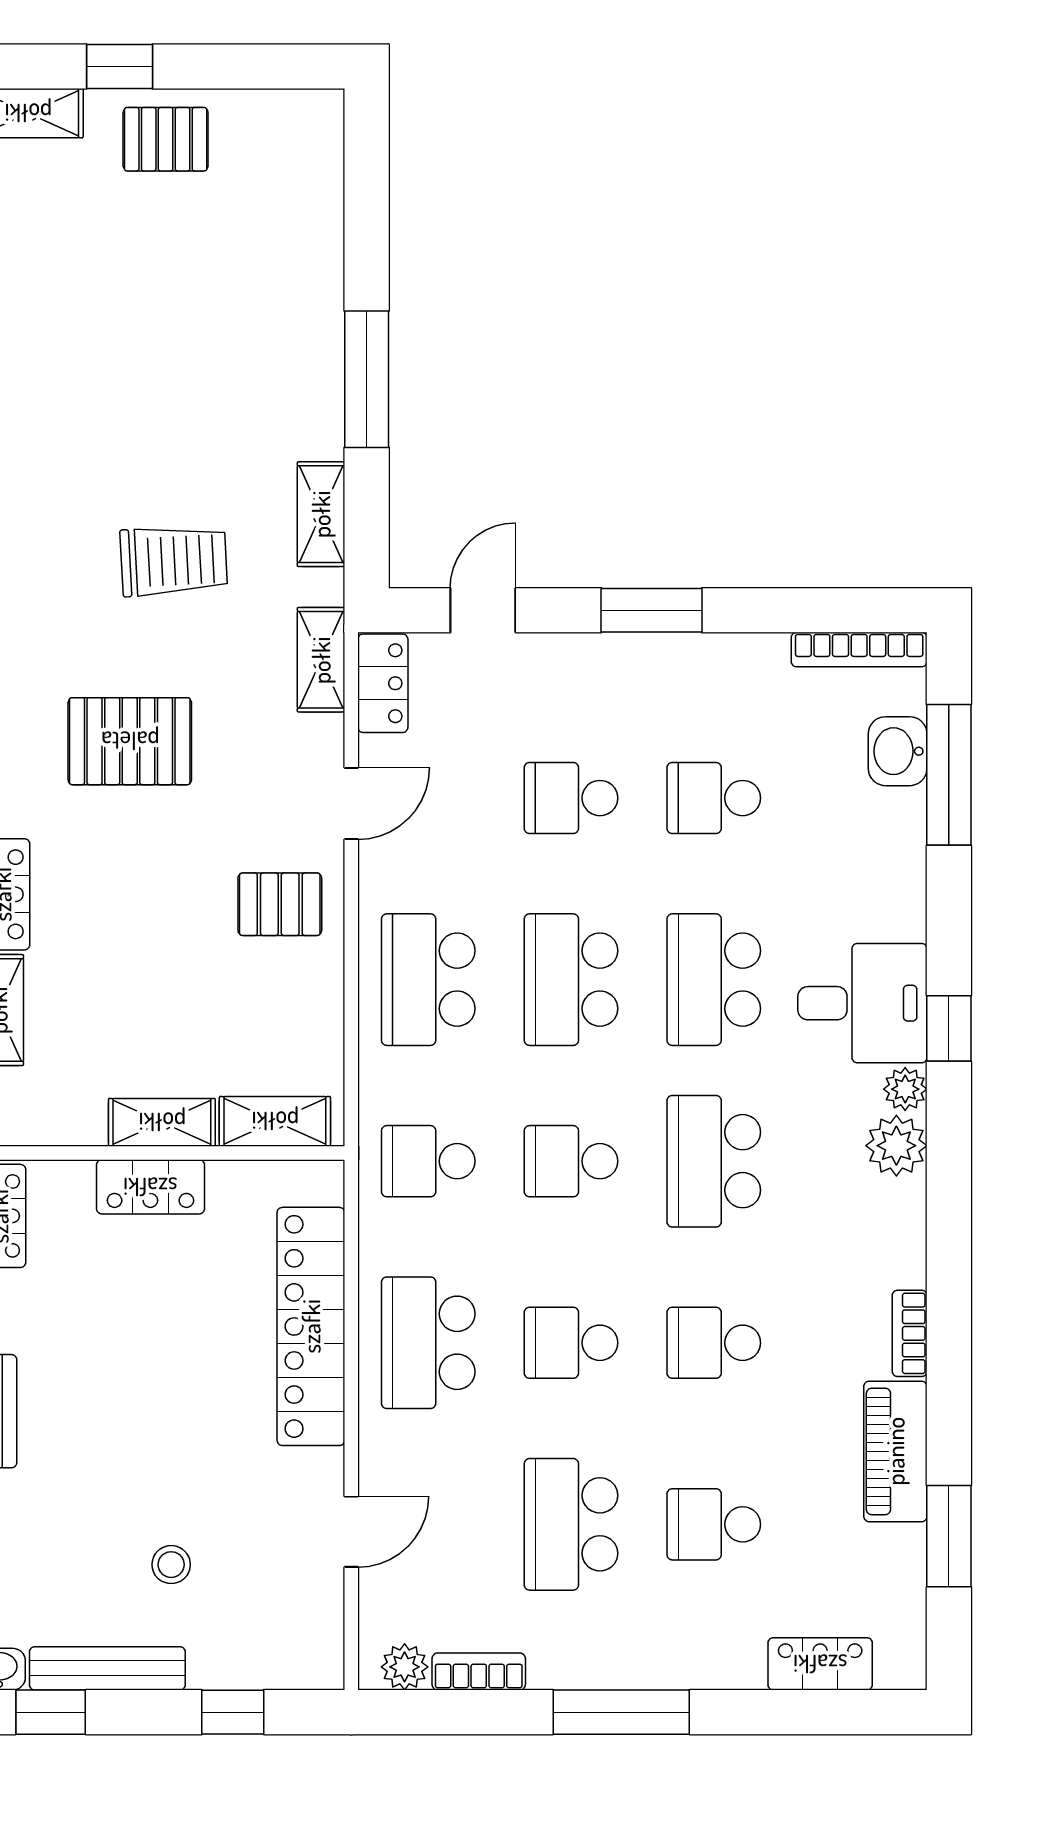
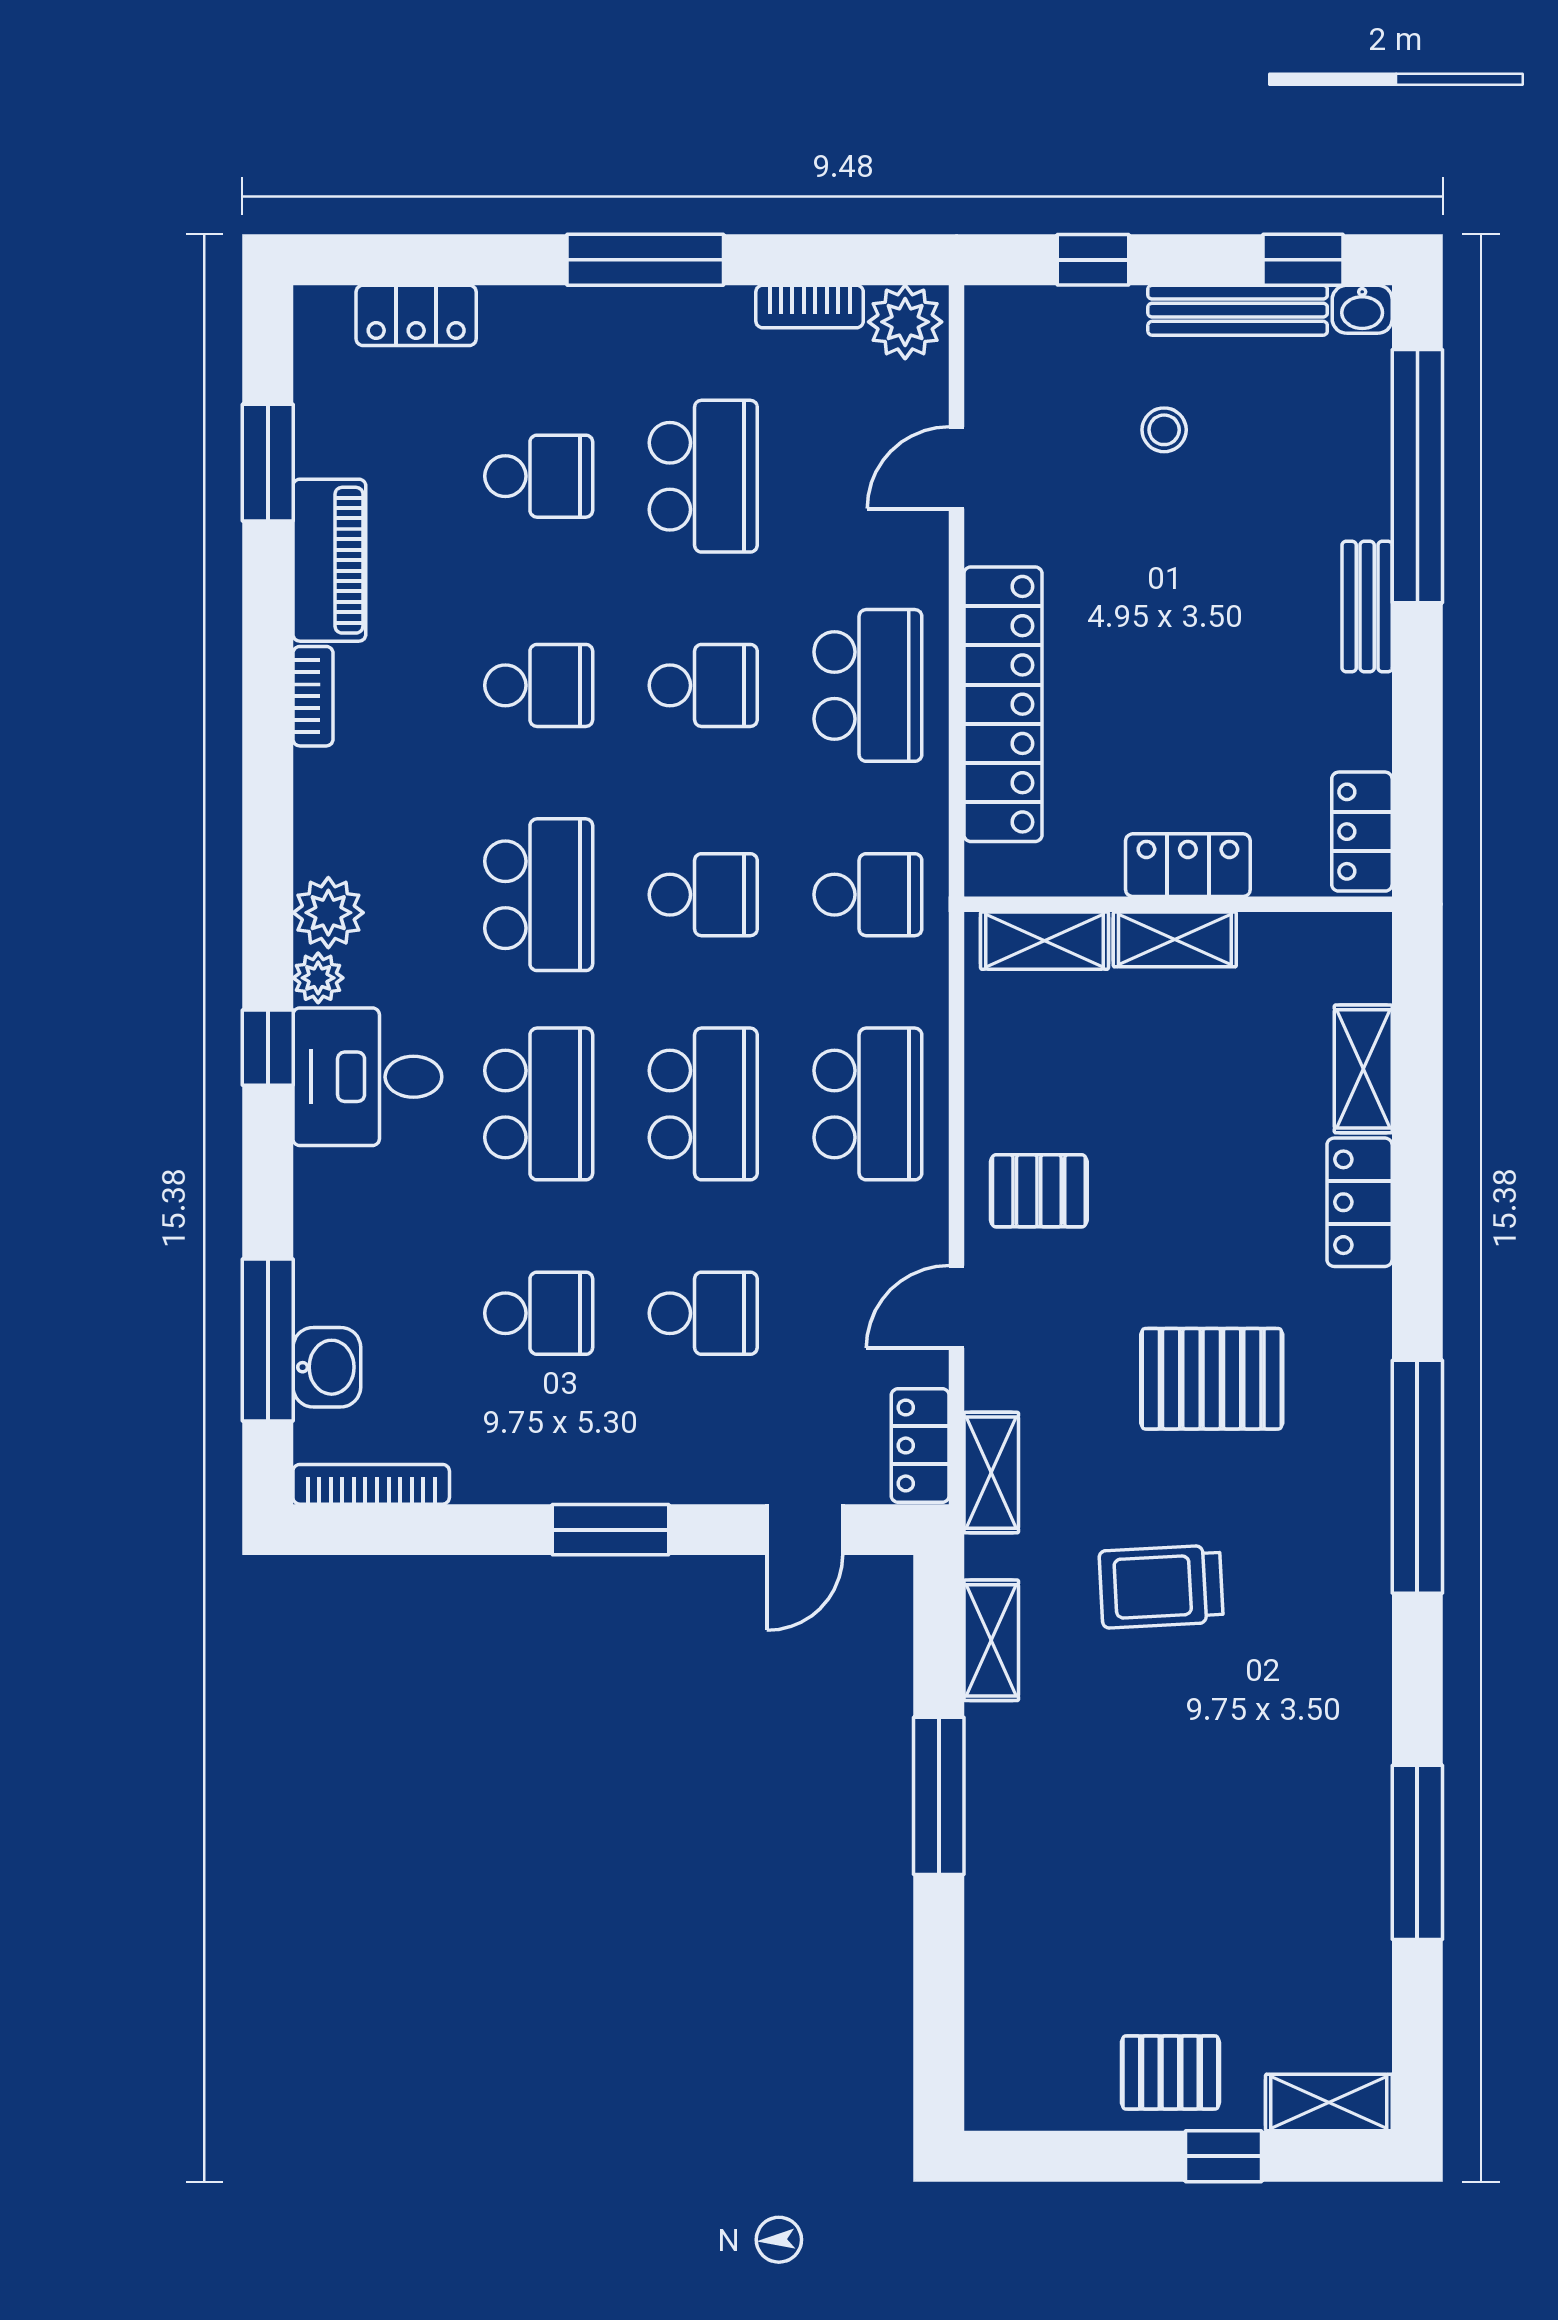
plant: (405, 1667) -> (905, 322), width x1.38, depth x1.38

